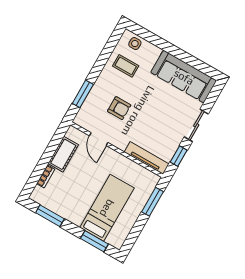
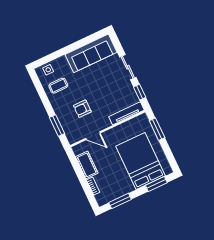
armchair: (119, 108) -> (82, 109), turned 180
bed: (107, 208) -> (141, 161), width x1.50

